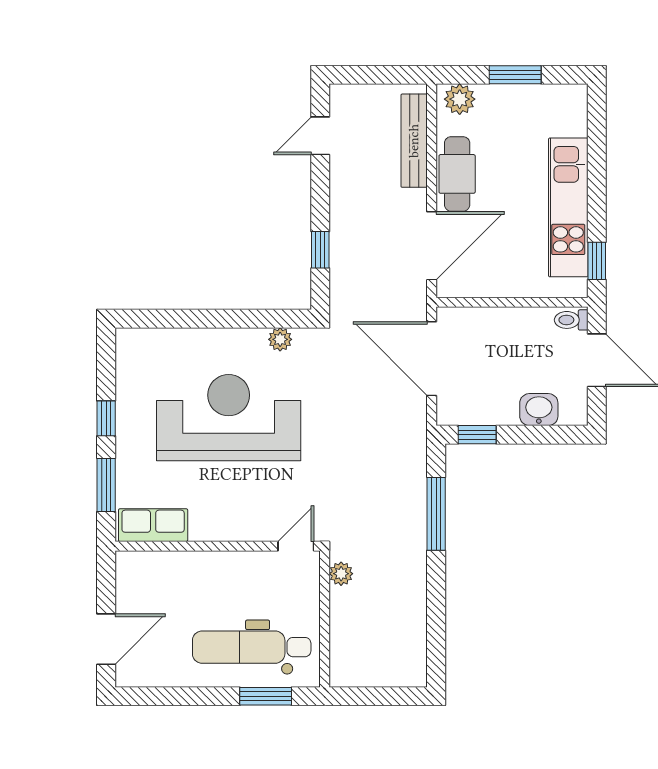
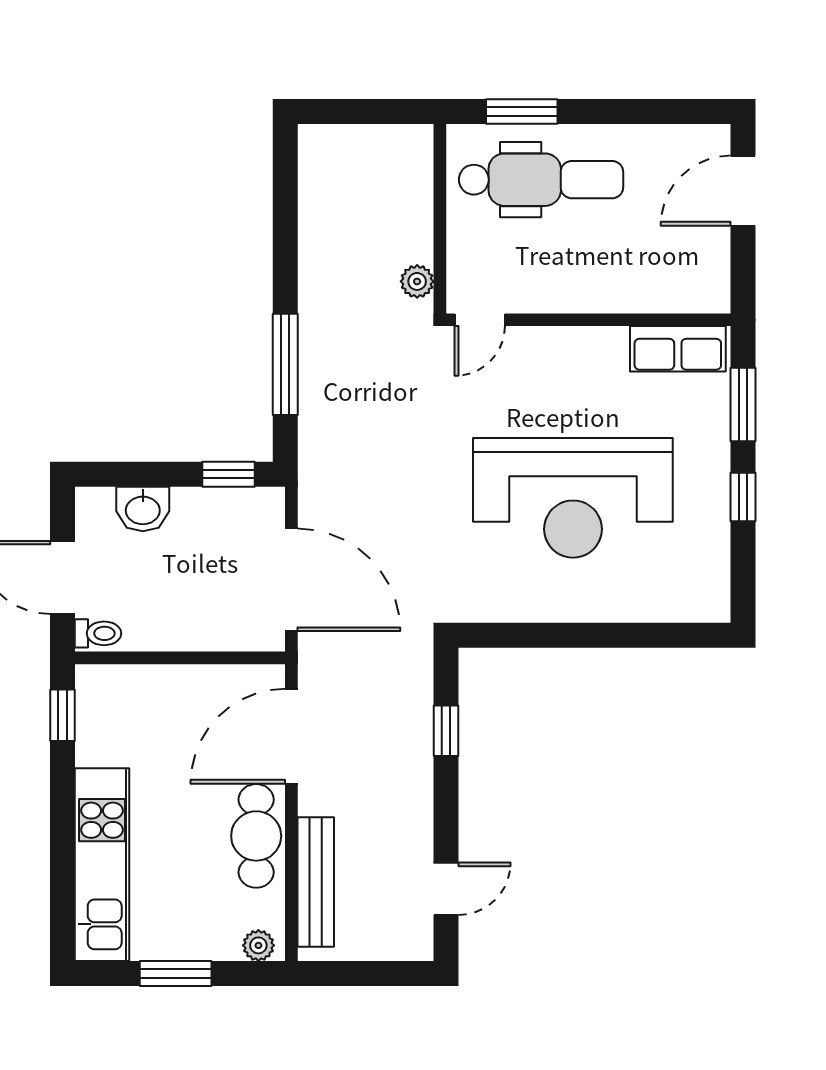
plant: (460, 99) -> (258, 945), width x0.73, depth x0.73
kitchen unit: (568, 207) -> (102, 865), moved
plant: (280, 339) -> (502, 606), removed

